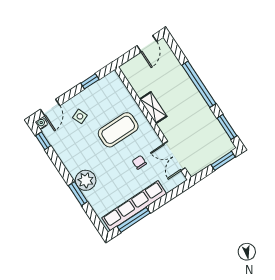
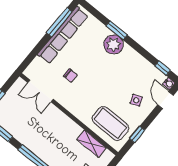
shelving: (153, 108) -> (91, 144), moved
coffee table: (118, 130) -> (110, 123), moved, turned 90
double door: (174, 156) -> (41, 91), swing flipped

